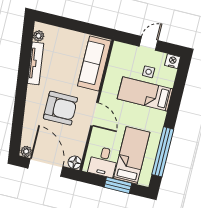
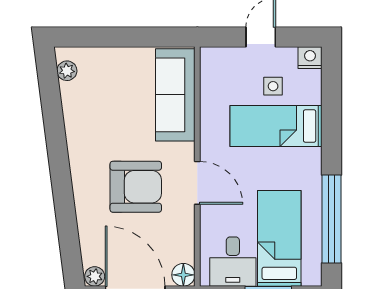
tv unit: (36, 63) -> (73, 120), removed

